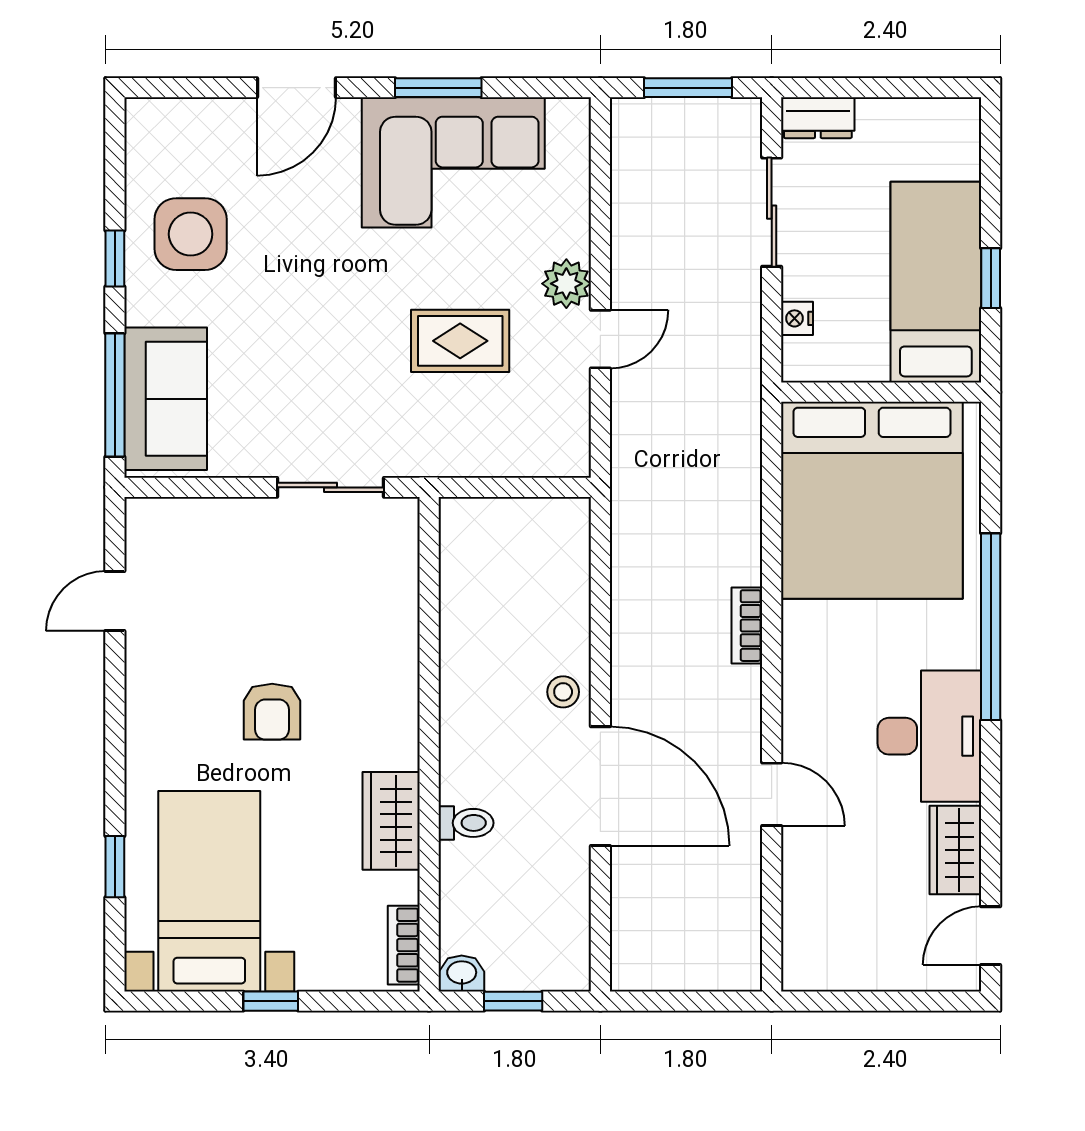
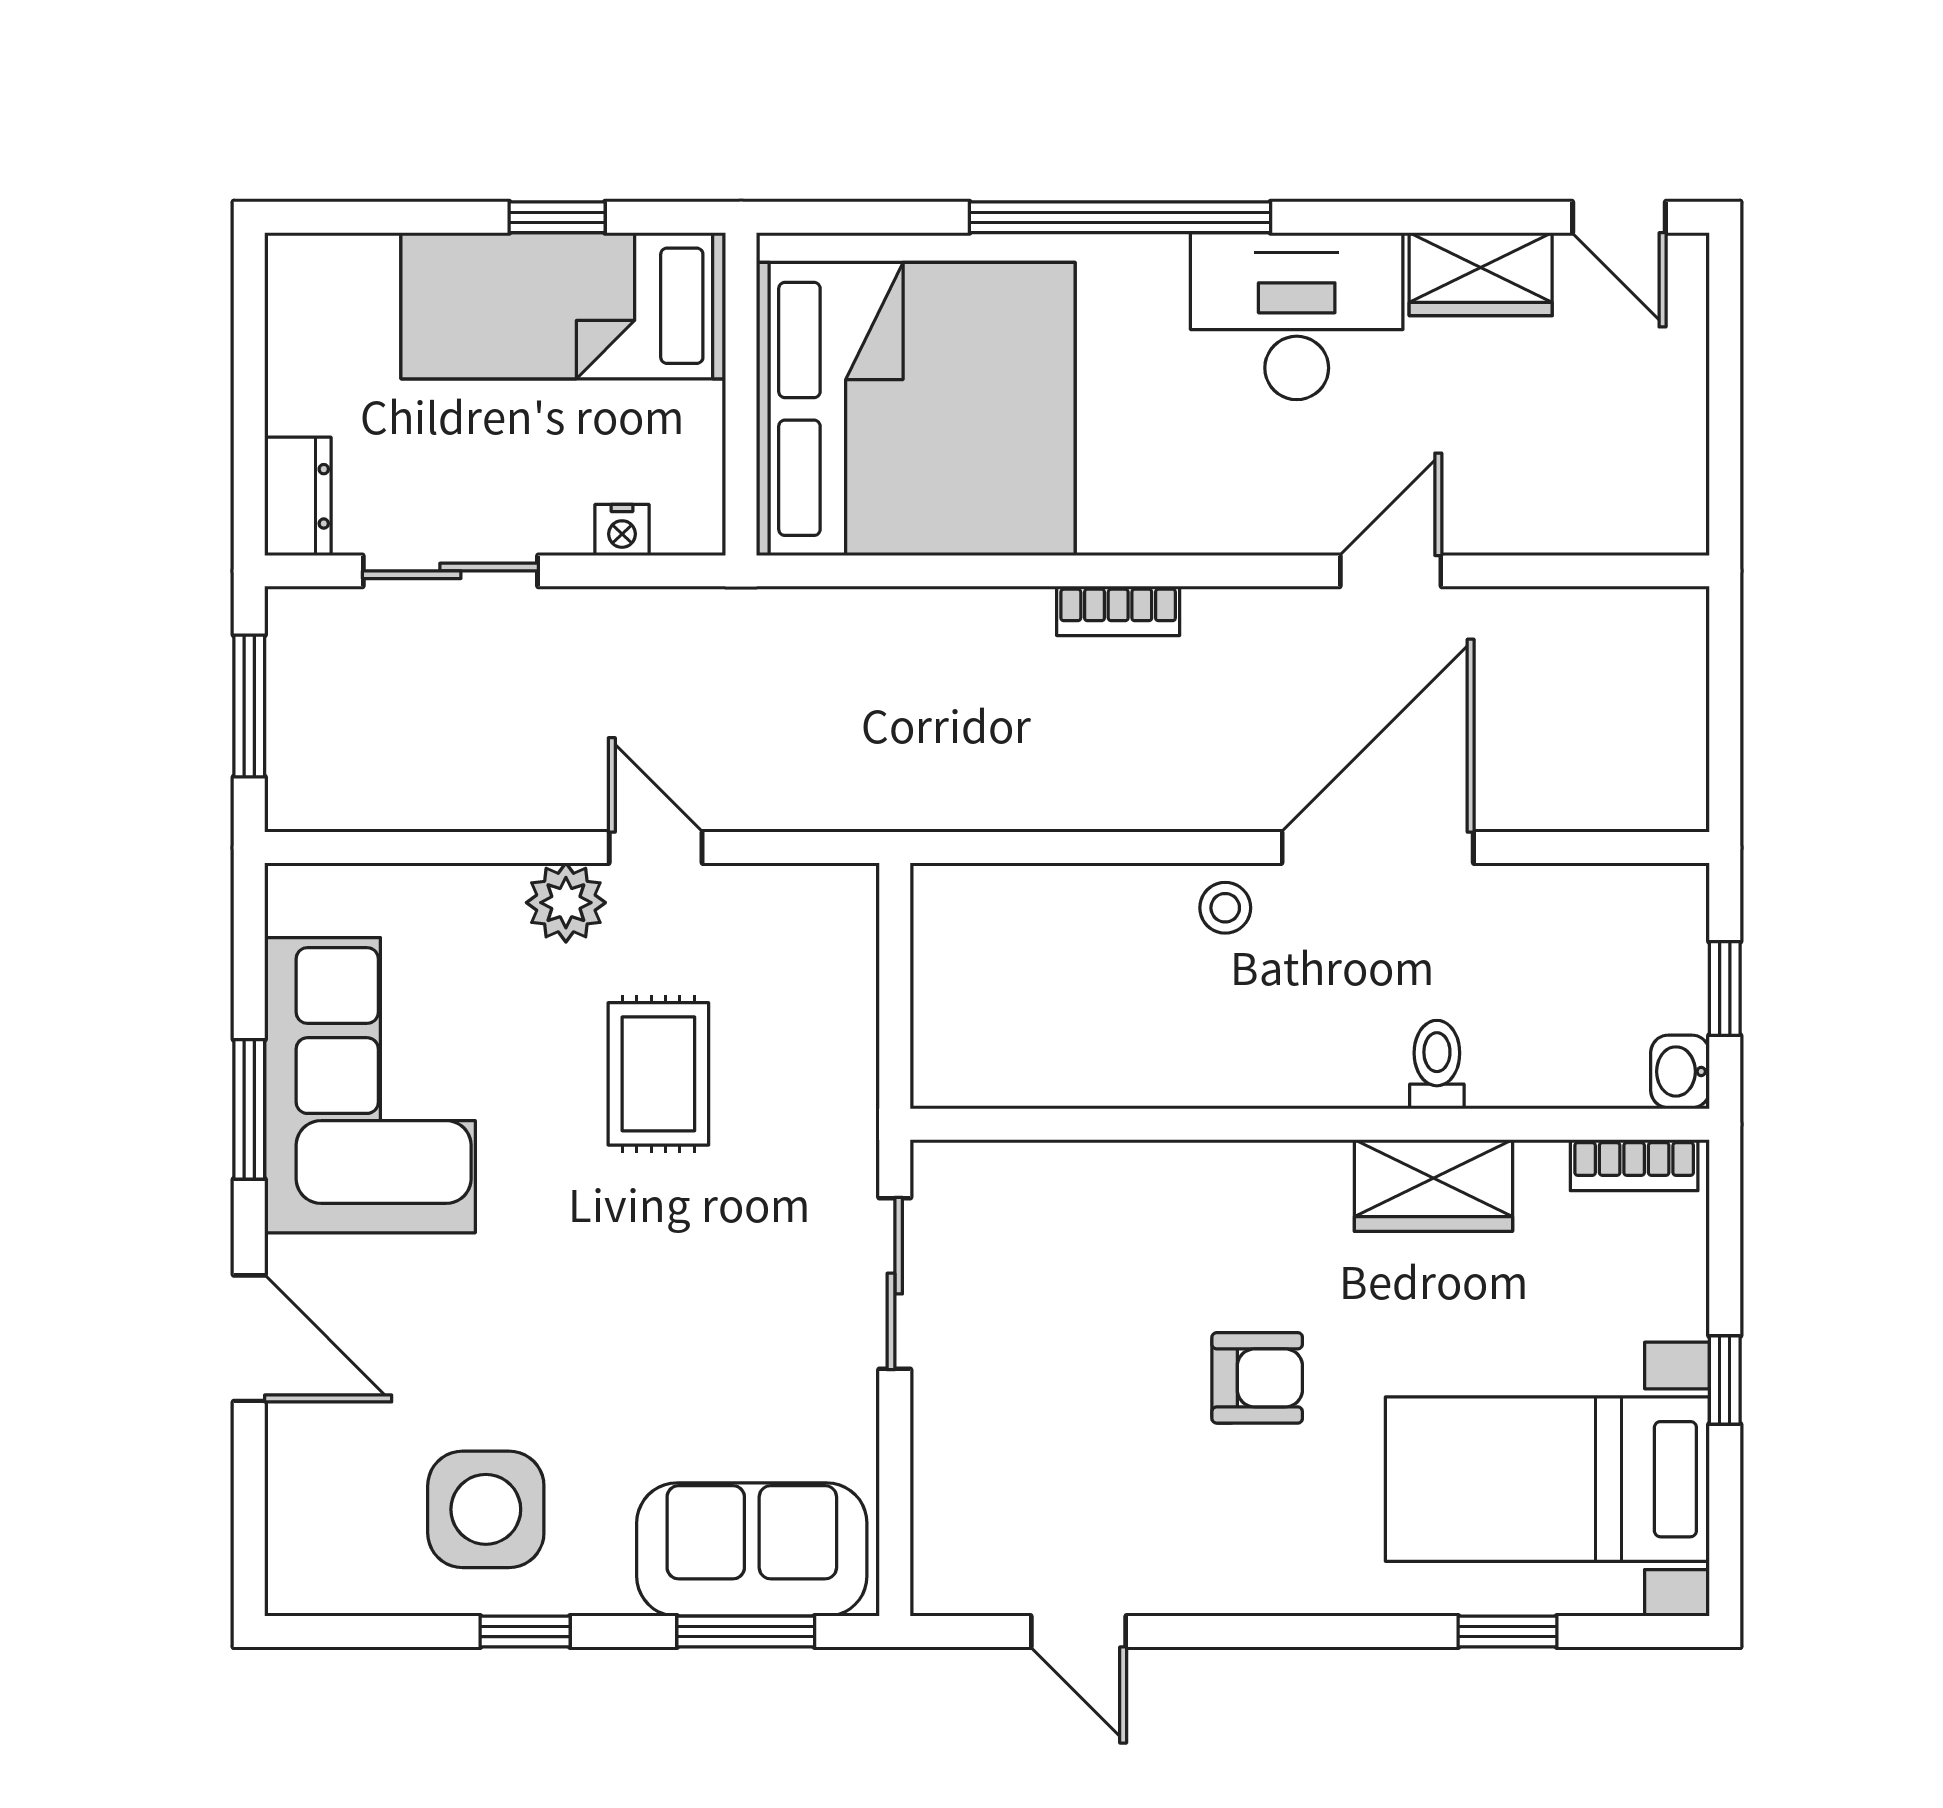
window: (115, 395) -> (746, 1632), width x0.69

